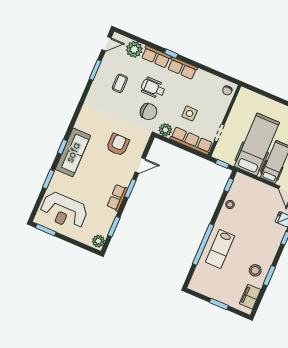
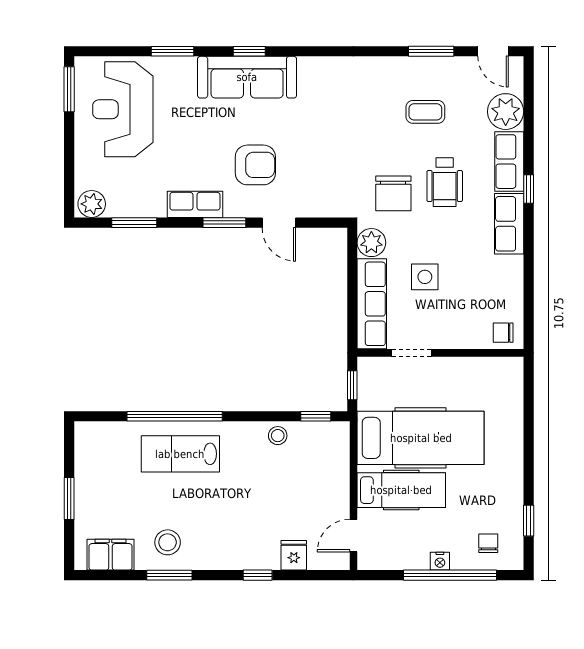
wheelchair: (153, 88) -> (445, 182), turned 180
armchair: (118, 145) -> (255, 165), moved

